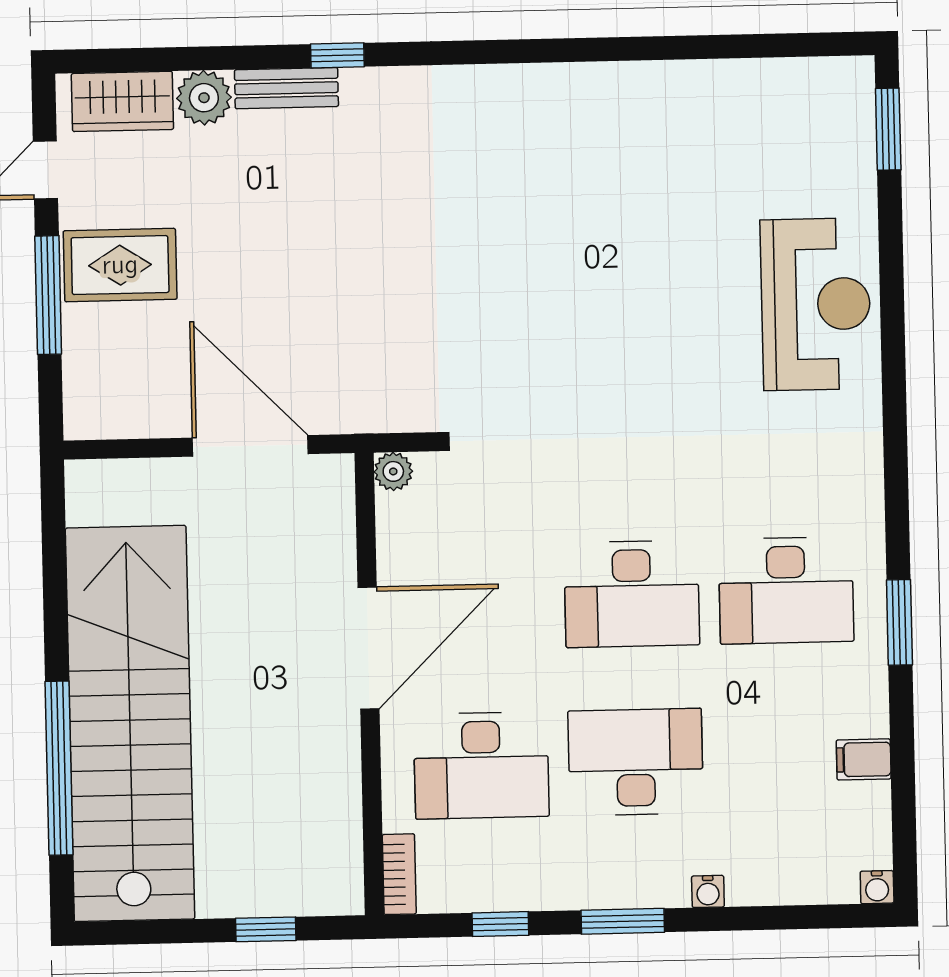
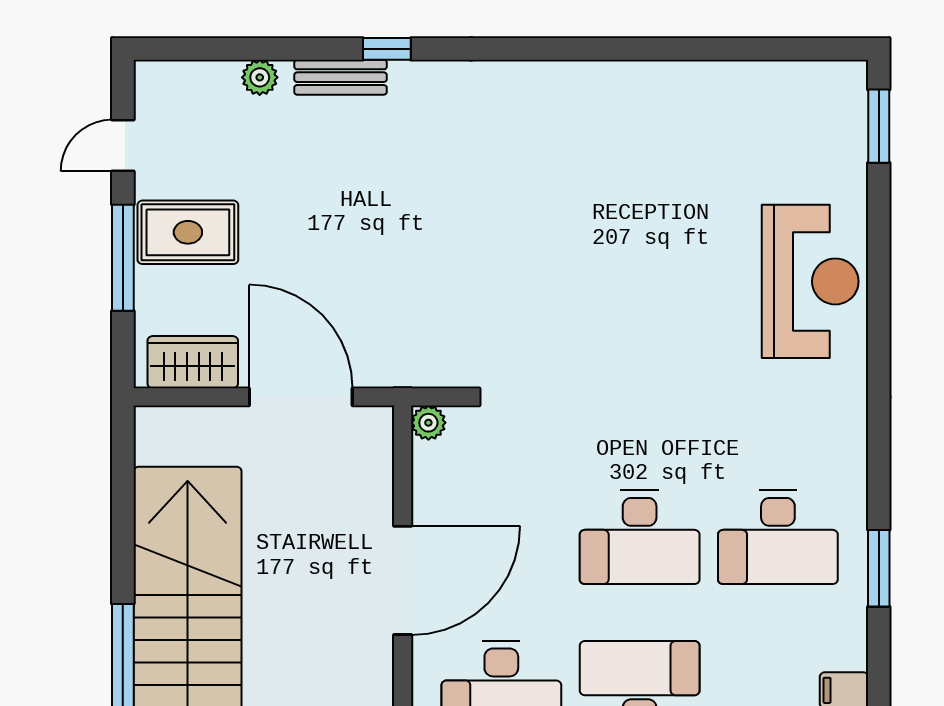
plant: (204, 98) -> (260, 77), width x0.73, depth x0.73
wardrobe: (122, 101) -> (193, 362), moved, turned 180

